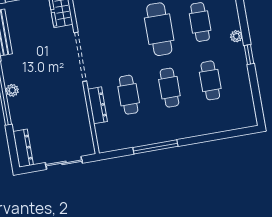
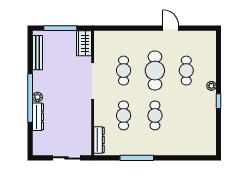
cafe table: (210, 80) -> (124, 71), moved
dresser: (97, 105) -> (99, 140), moved
dresser: (23, 148) -> (38, 117), moved

